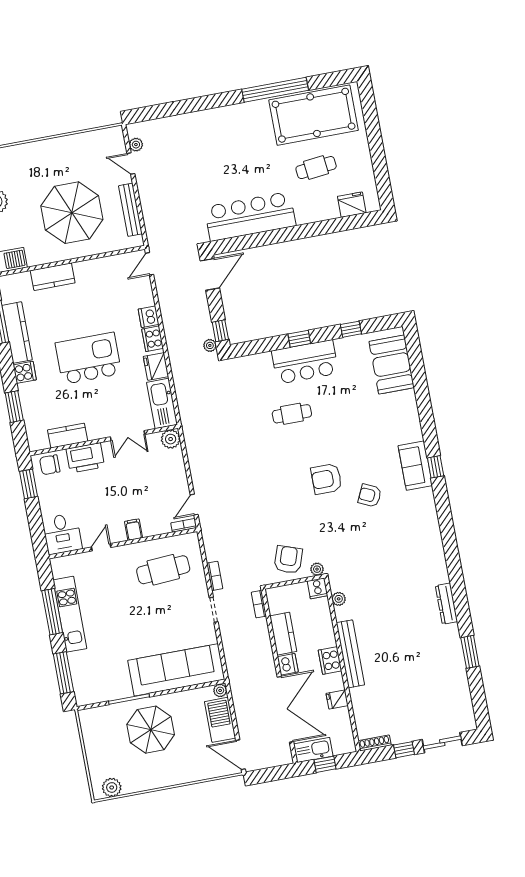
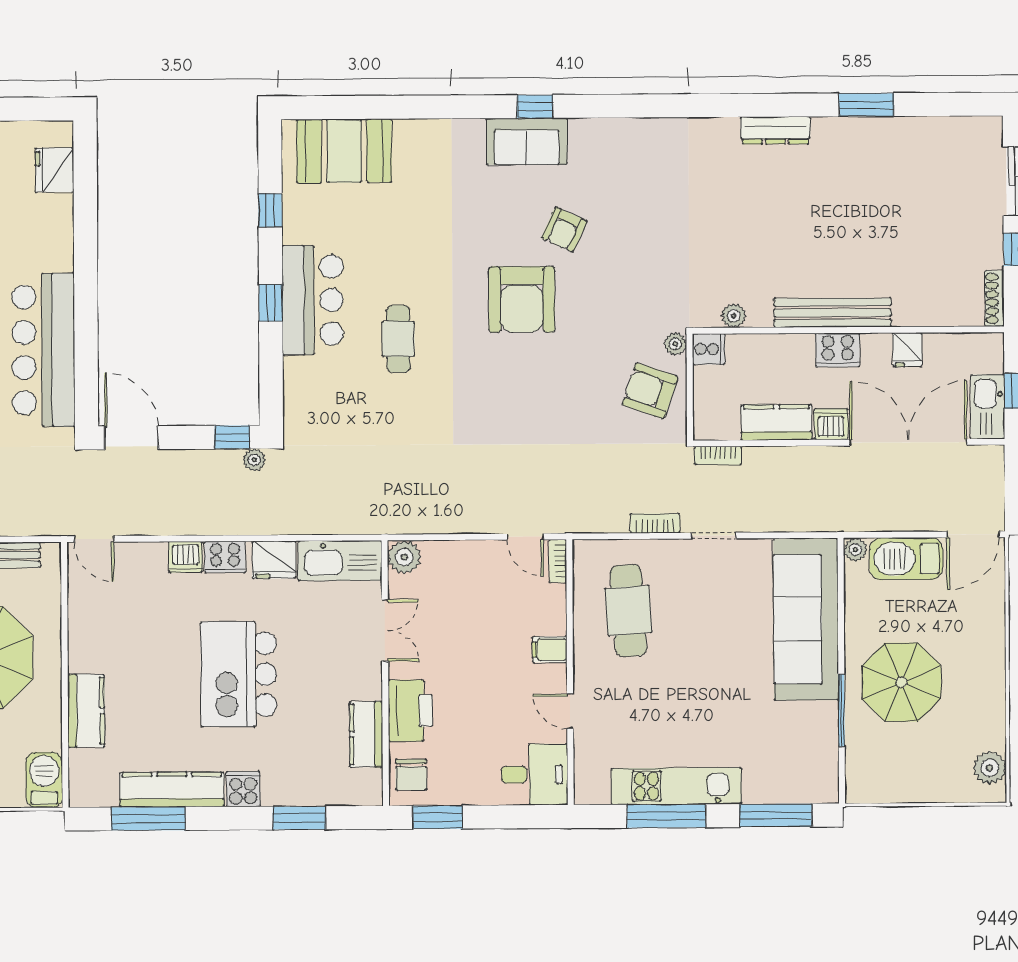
armchair: (326, 479) -> (522, 299), width x1.36, depth x1.36

